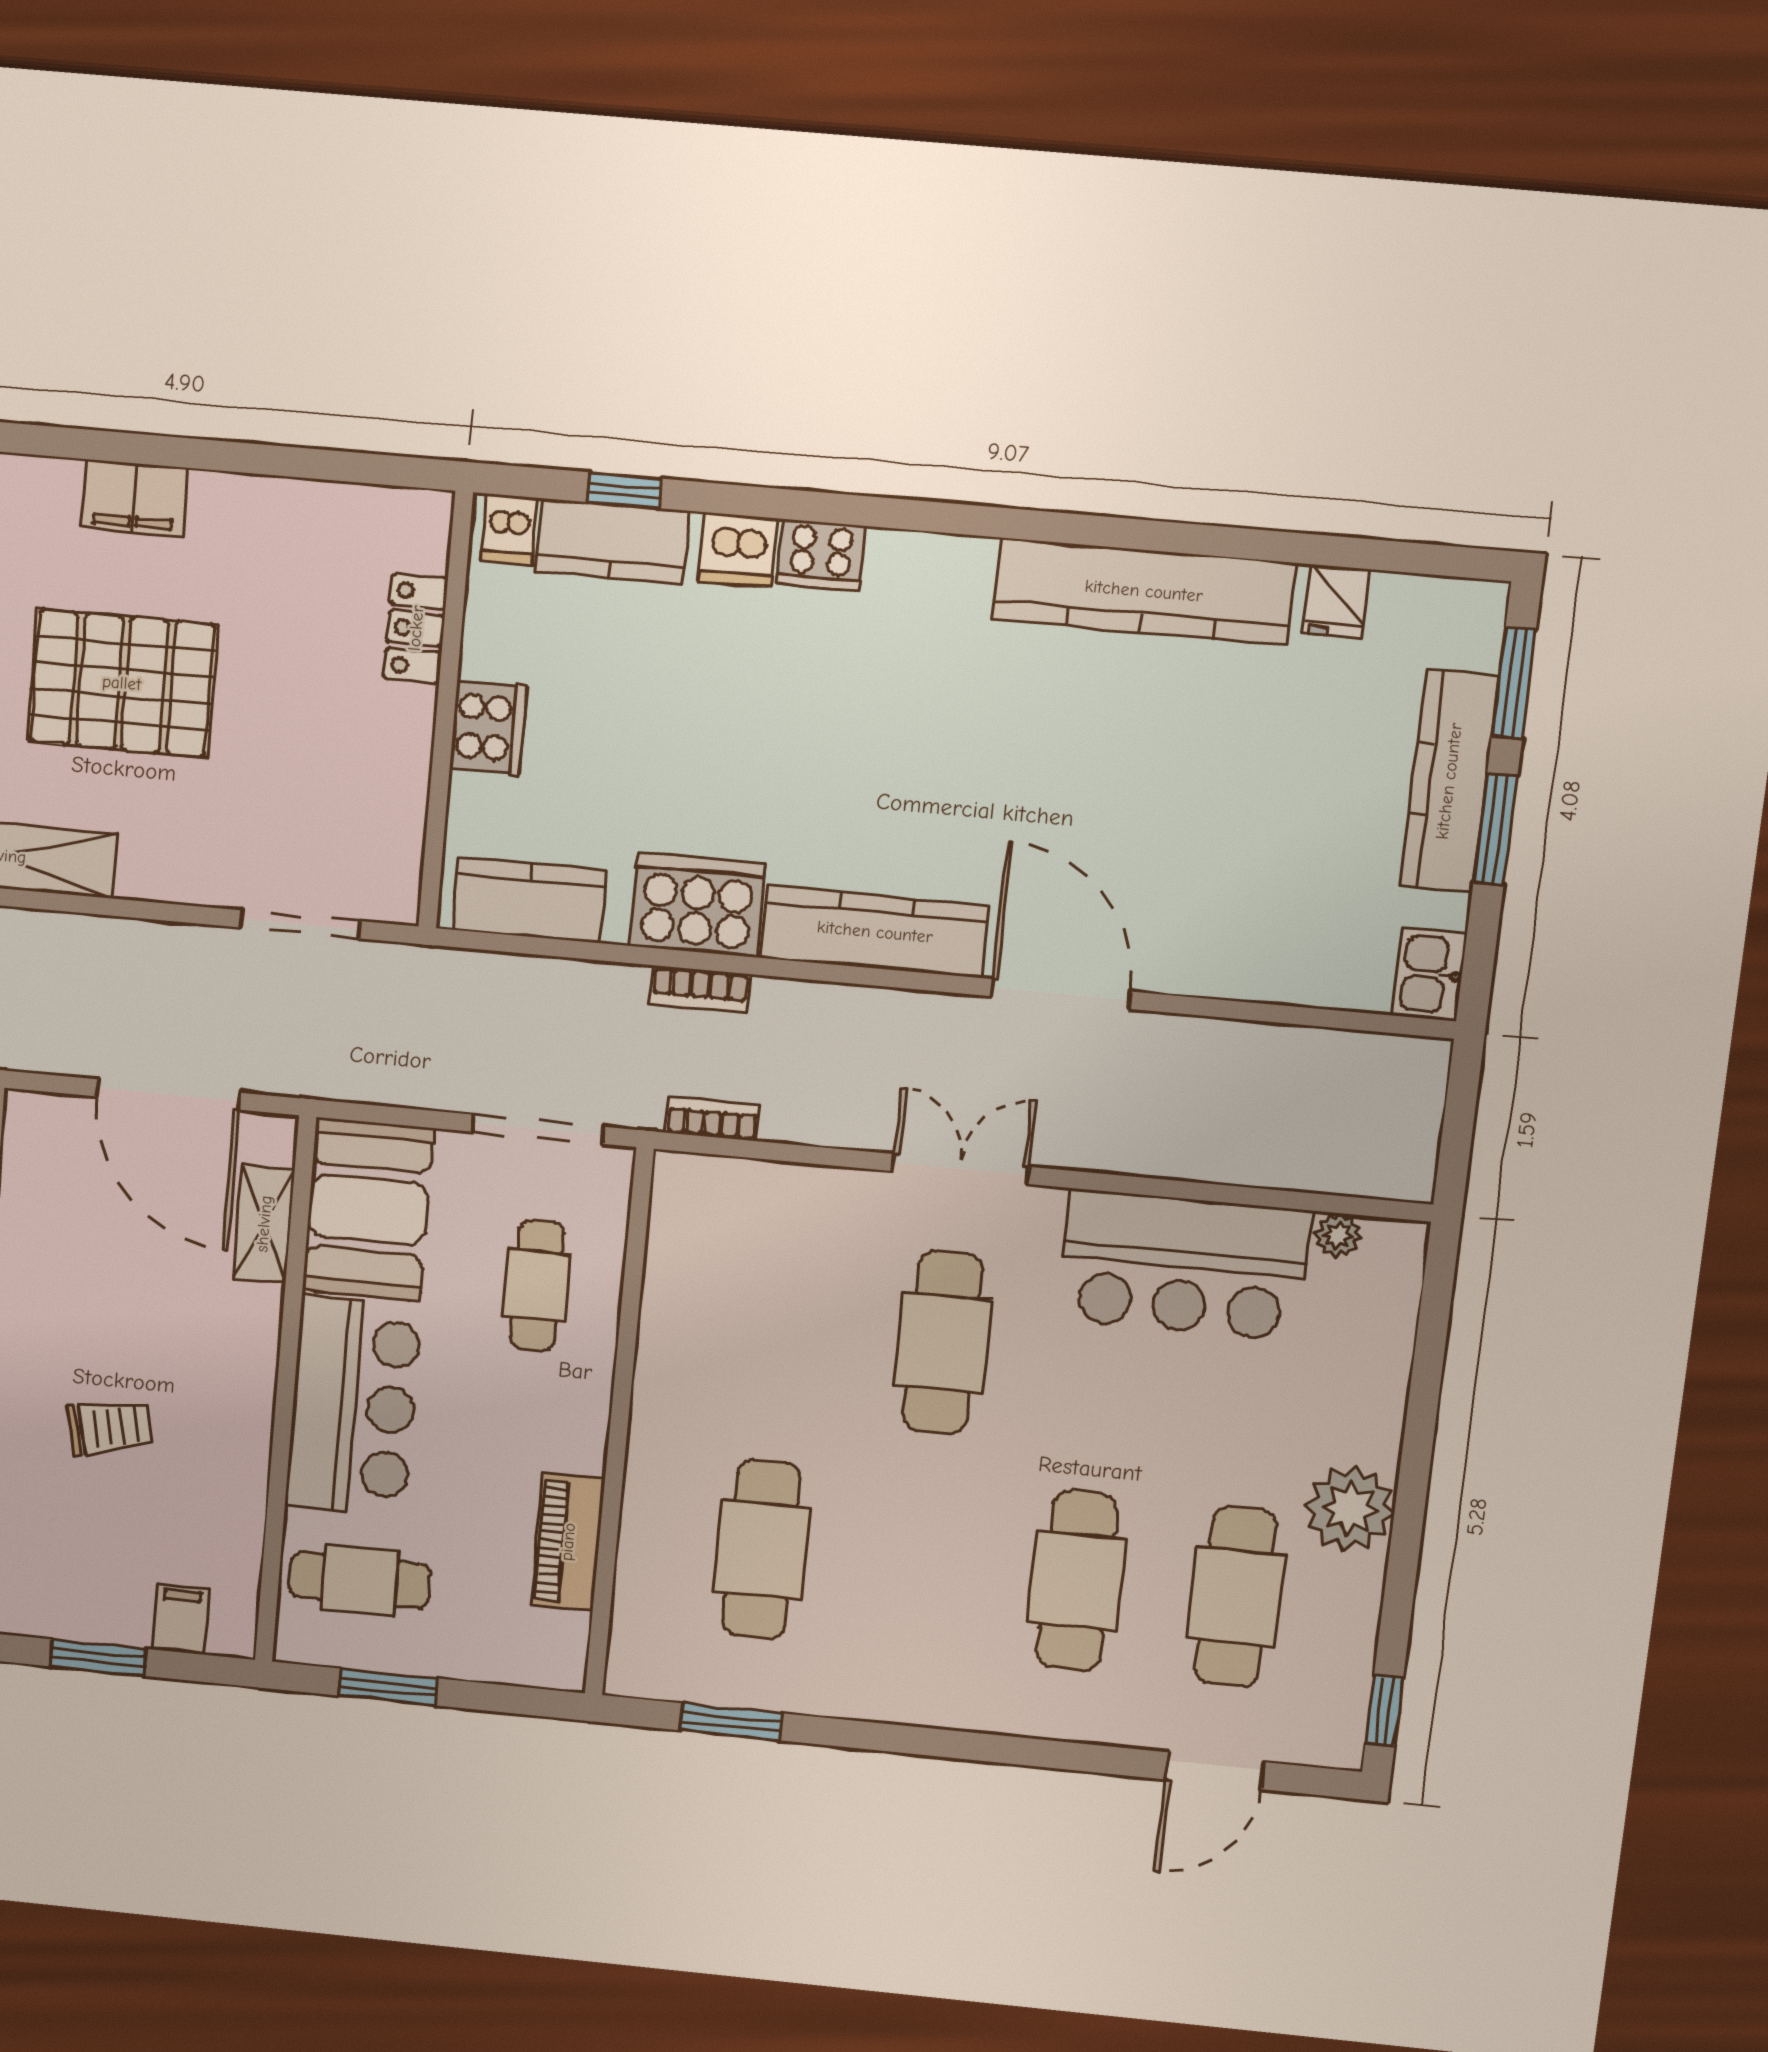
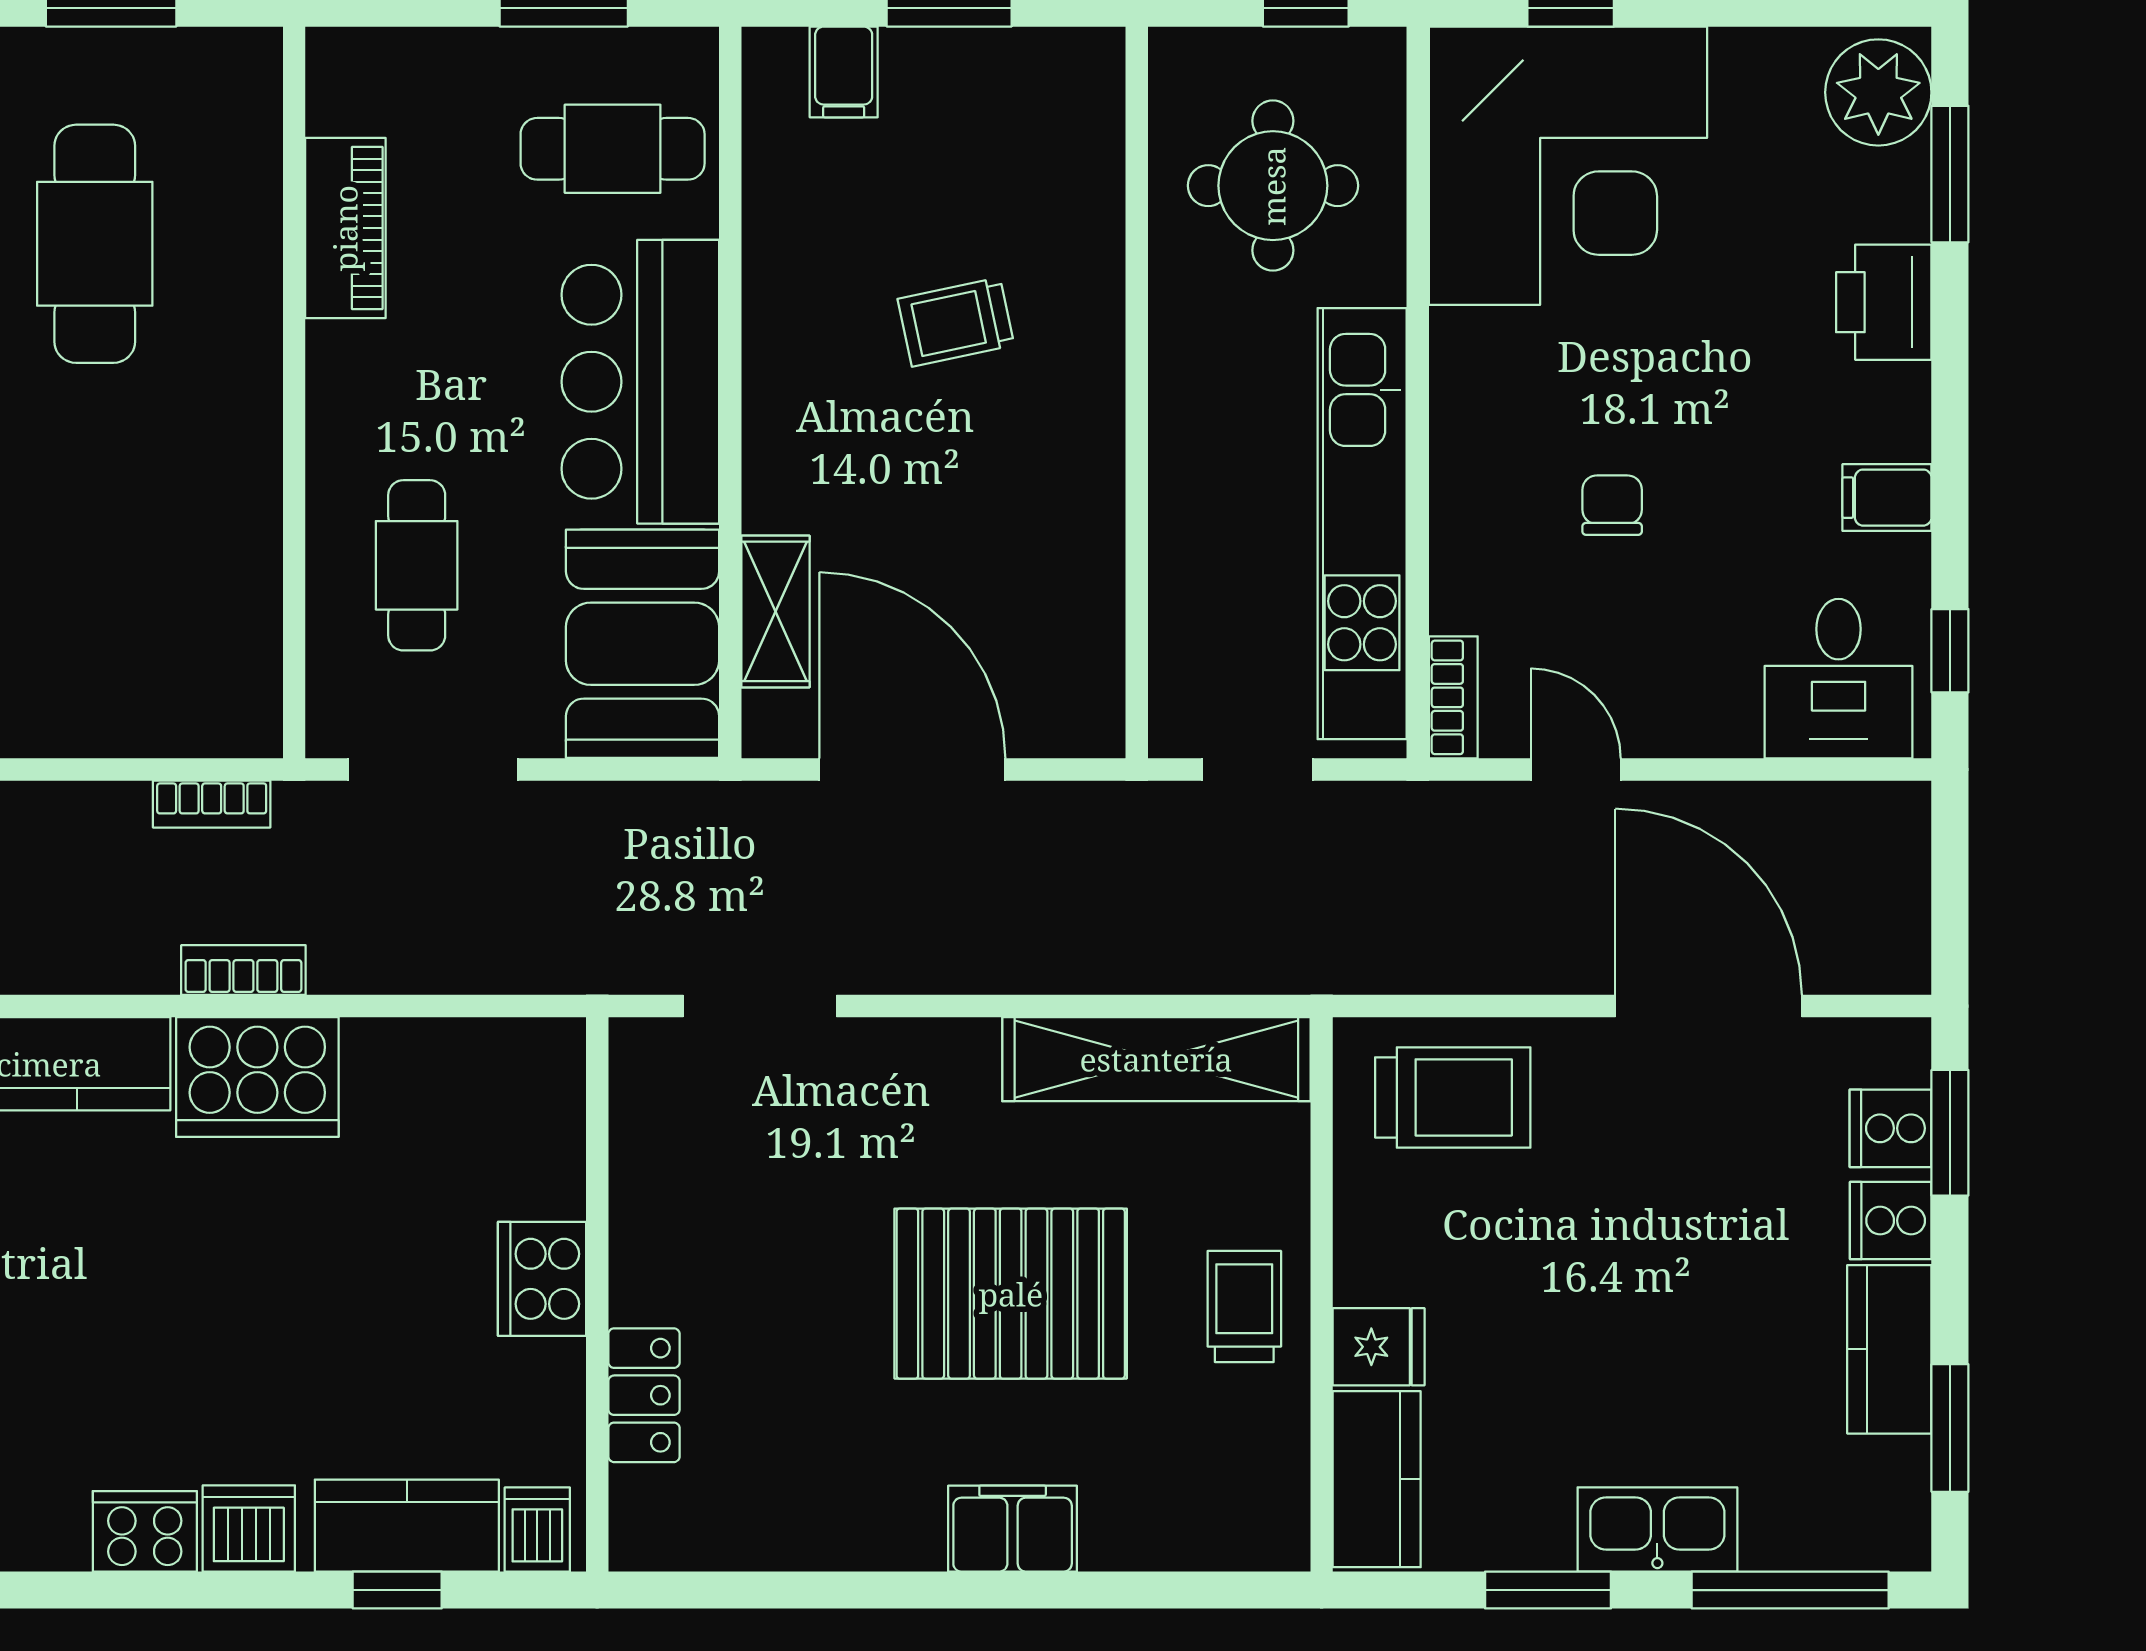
kitchen counter: (529, 900) -> (470, 1064), removed

